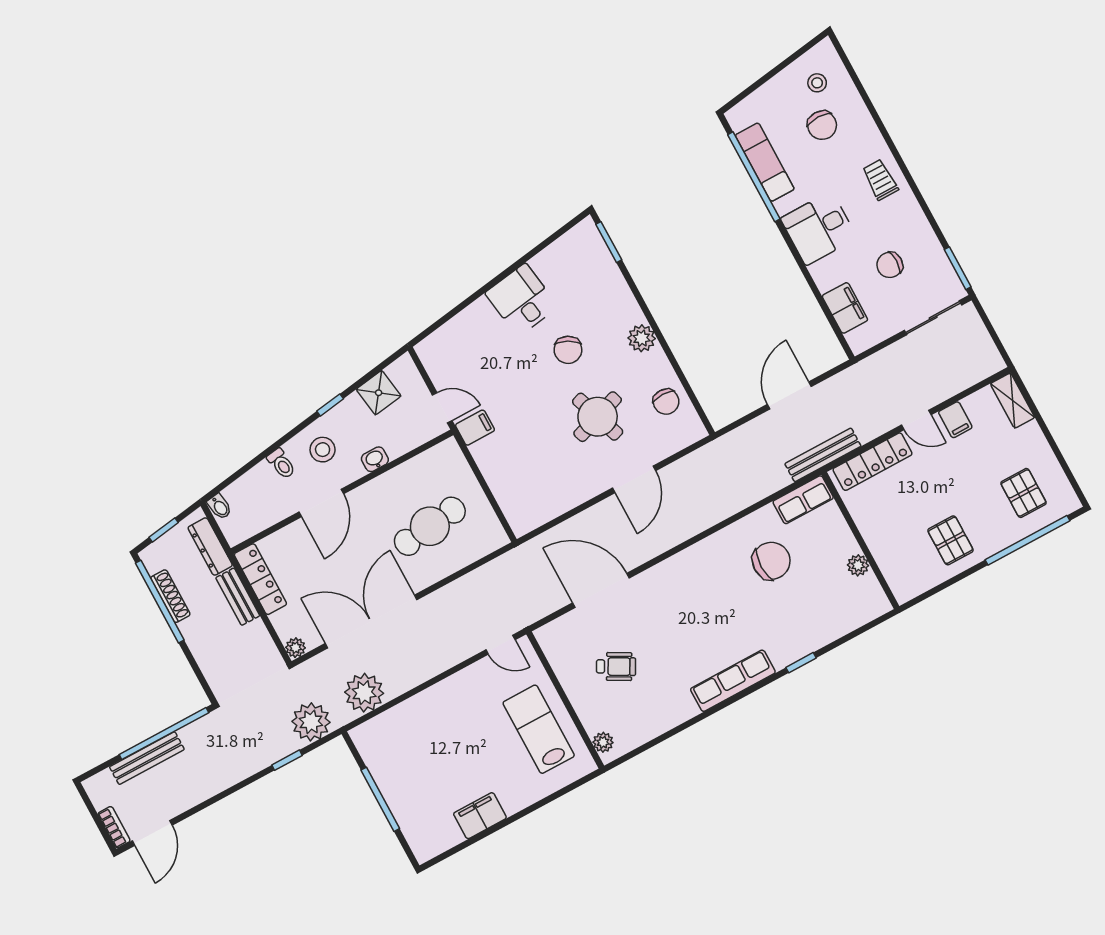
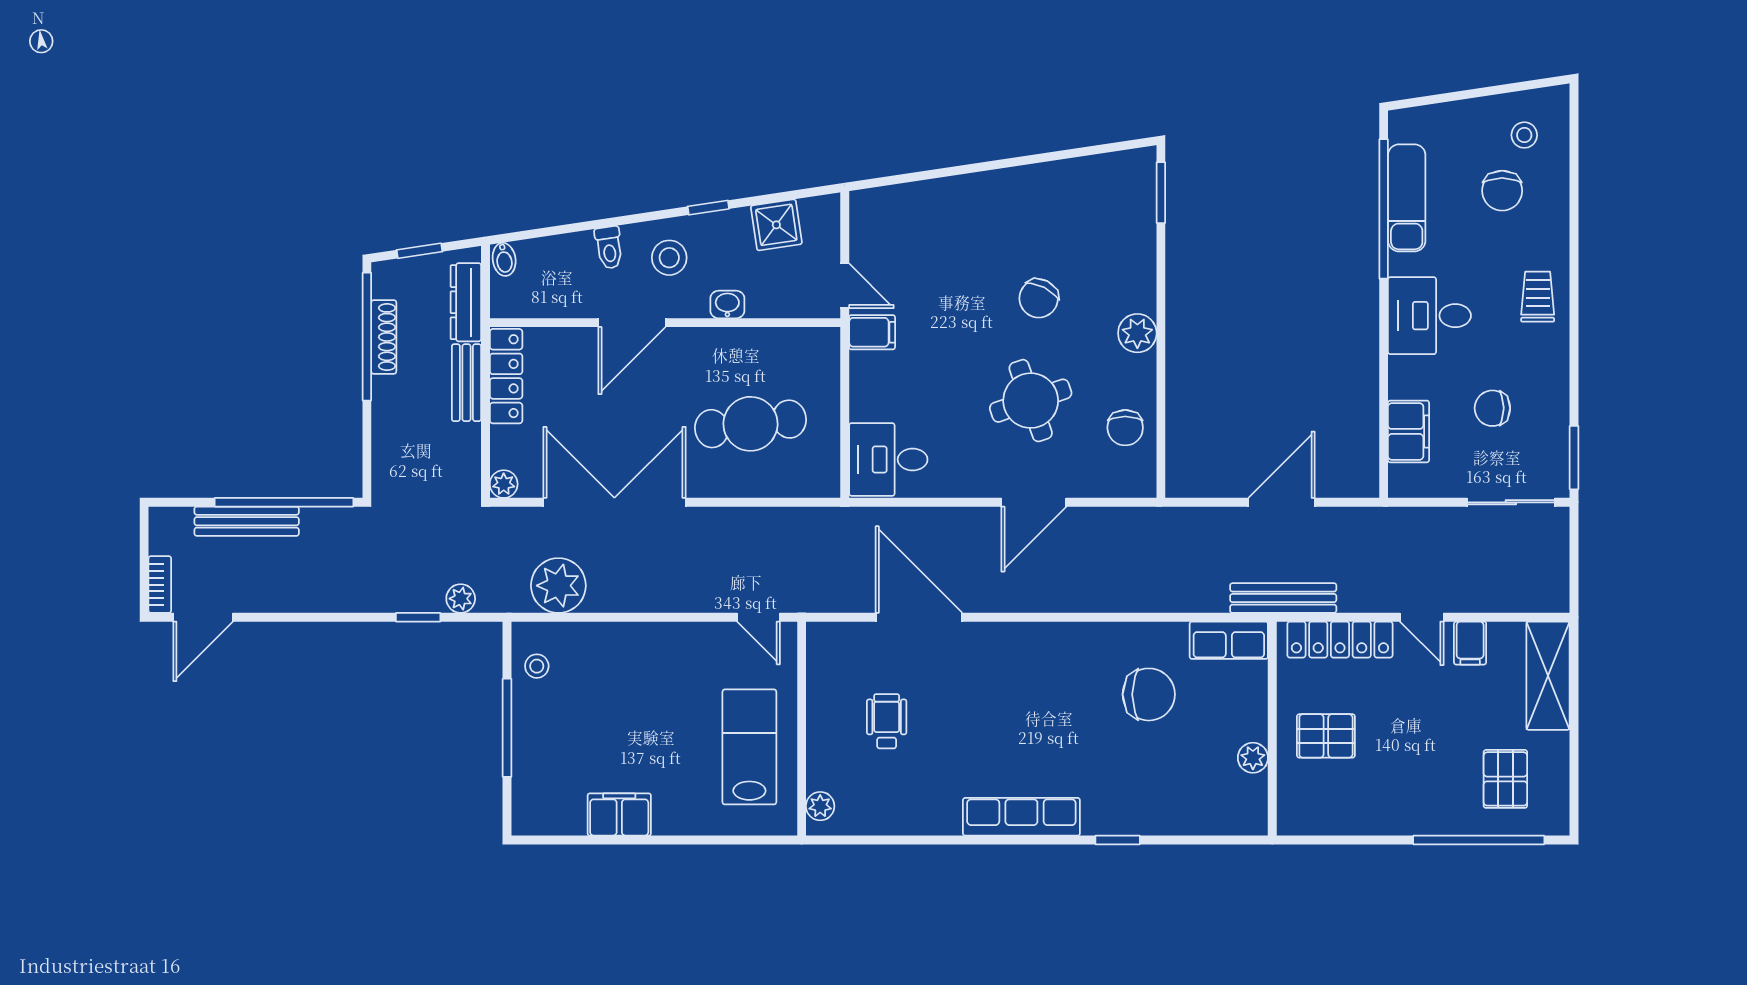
desk: (522, 300) -> (888, 459), moved, turned -82
shelving: (1013, 401) -> (1548, 676), width x1.50, depth x1.33
pallet: (950, 540) -> (1326, 736), moved, turned 90
wheelchair: (616, 667) -> (887, 721), turned -119
plant: (311, 722) -> (461, 599), width x0.53, depth x0.53
stool: (378, 751) -> (537, 666), added

